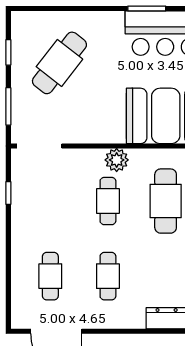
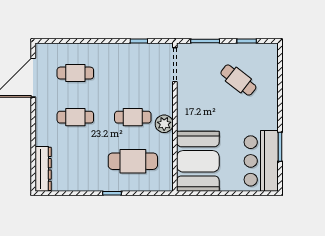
cafe table: (59, 63) -> (238, 80), width x0.73, depth x0.74

